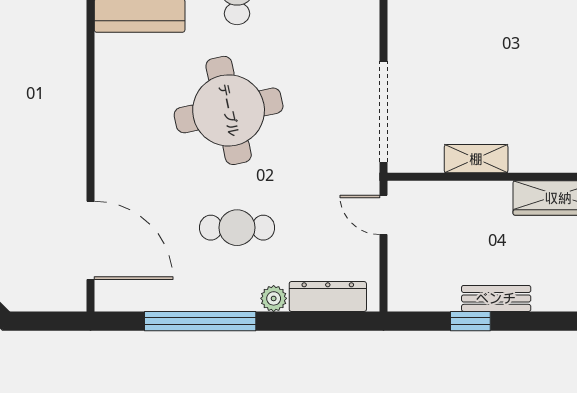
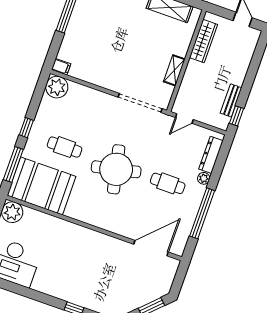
cafe table: (237, 228) -> (168, 183), turned 90
bench: (496, 298) -> (231, 100), moved
window: (470, 321) -> (237, 116), moved

